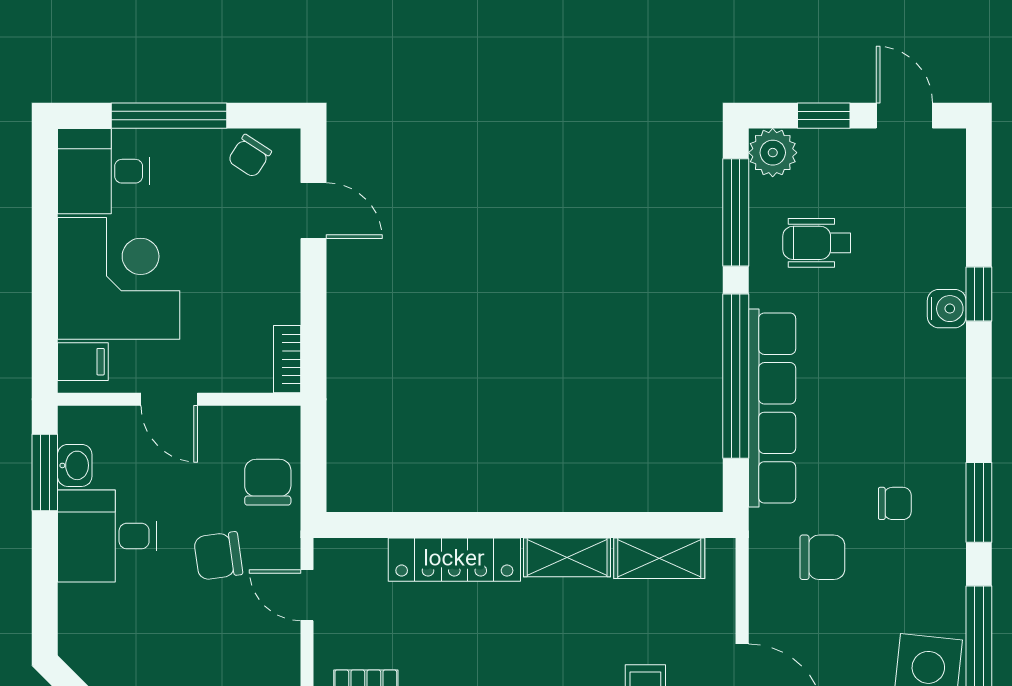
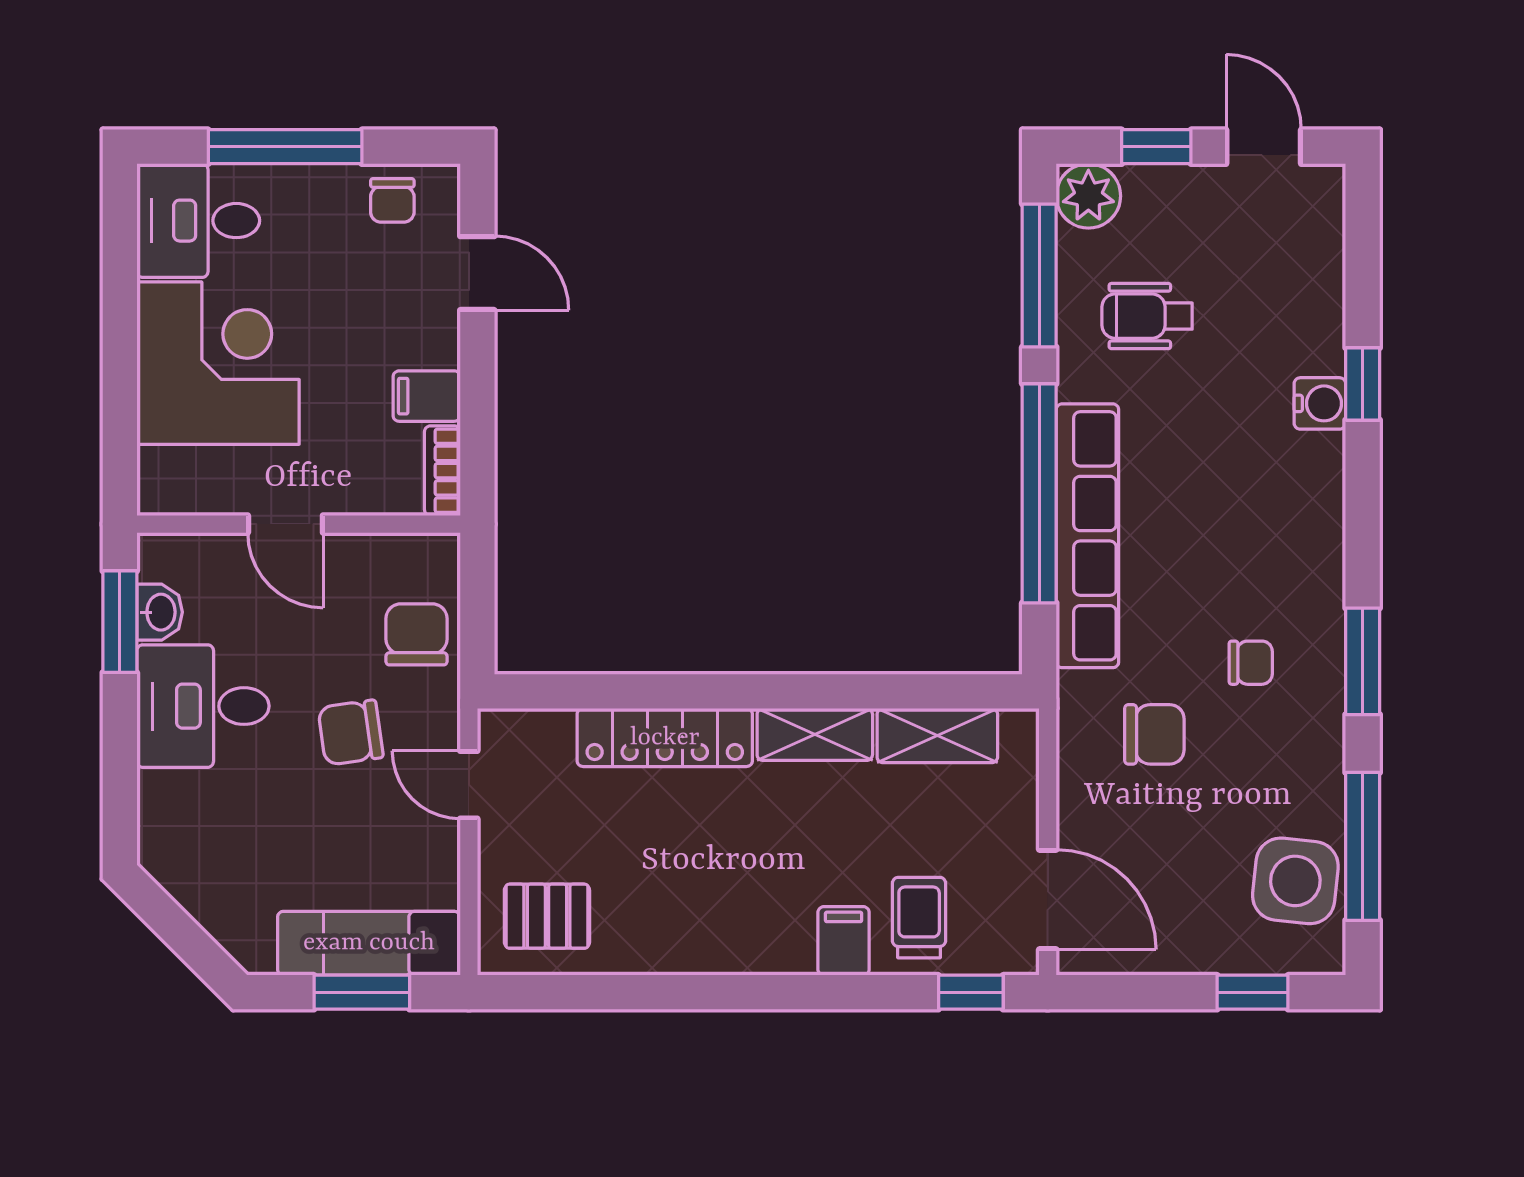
chair: (250, 156) -> (392, 200), turned -33
filing cabinet: (83, 362) -> (427, 396), moved, turned 180

